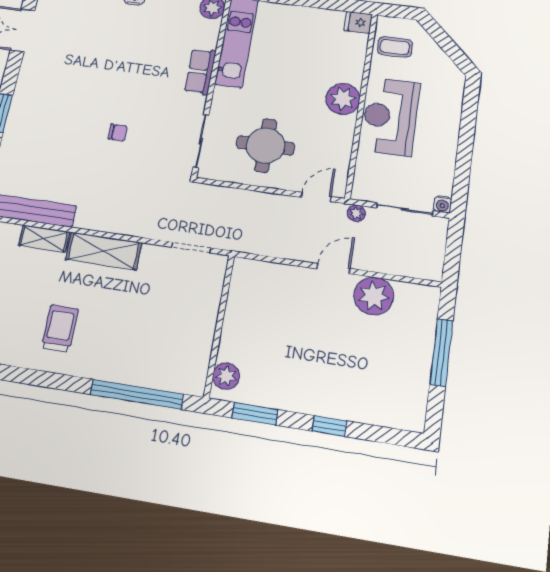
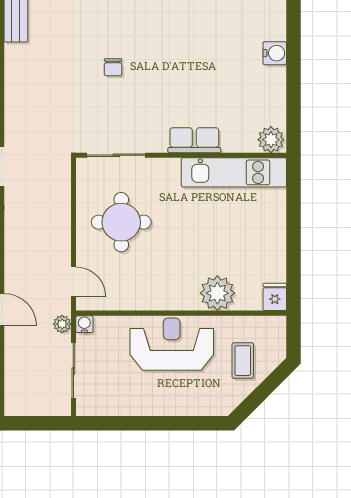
coffee table: (395, 47) -> (243, 361), moved
plant: (343, 99) -> (217, 293), moved
water cooler: (443, 204) -> (84, 324), moved, turned 90

